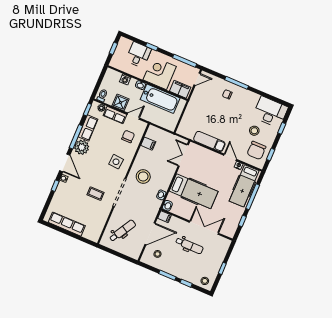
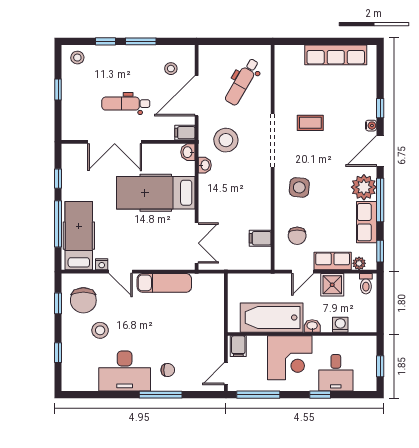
filing cabinet: (180, 89) -> (238, 346), width x0.50
desk: (270, 112) -> (125, 371), moved
chair: (256, 150) -> (83, 300), turned 180
door: (65, 163) -> (380, 151), hinge flipped
stool: (143, 176) -> (226, 140), moved

